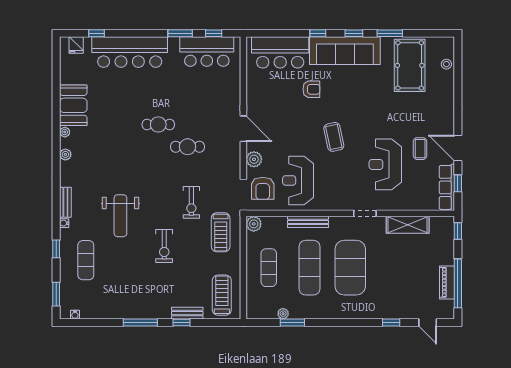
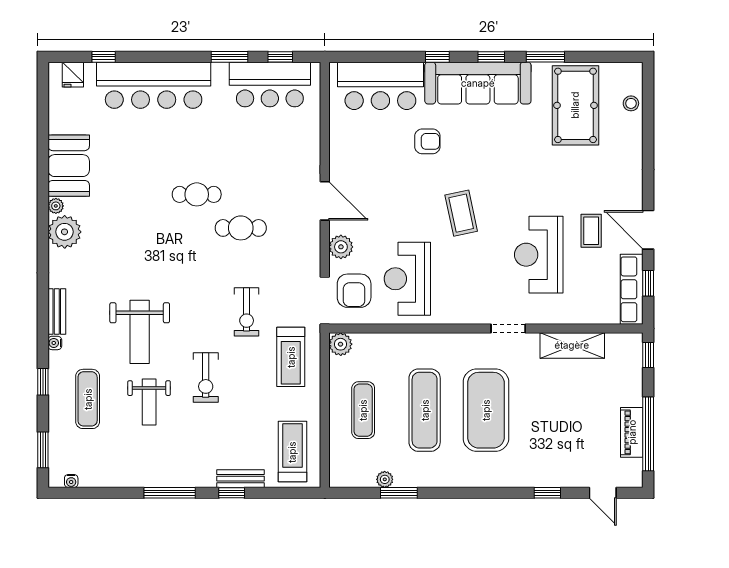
plant: (65, 154) -> (65, 232), width x1.87, depth x1.87
bench: (308, 222) -> (422, 341), removed
weight bench: (127, 262) -> (149, 402), added

